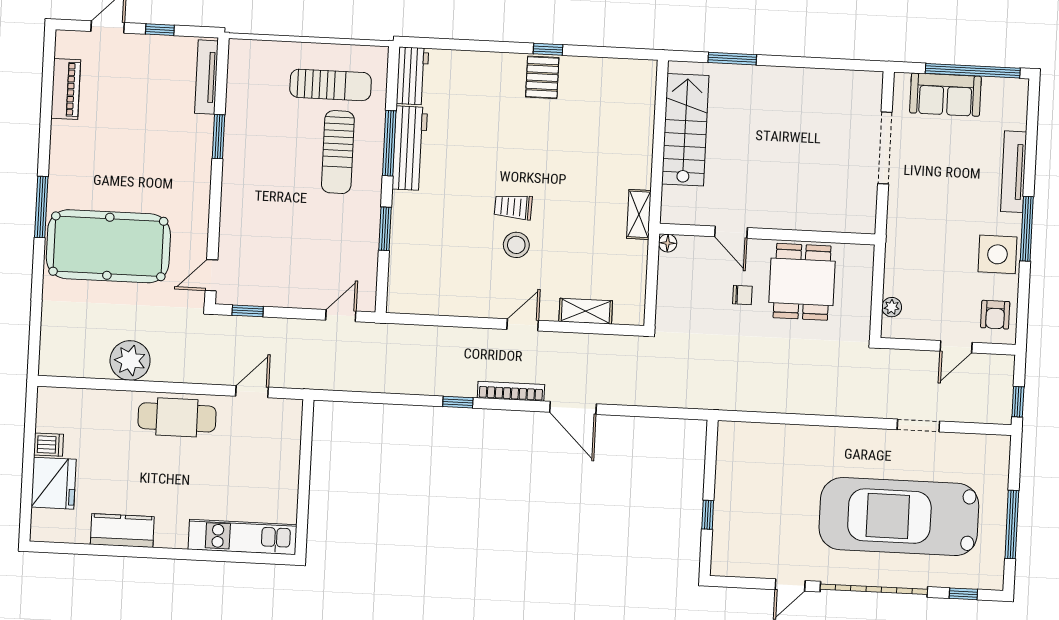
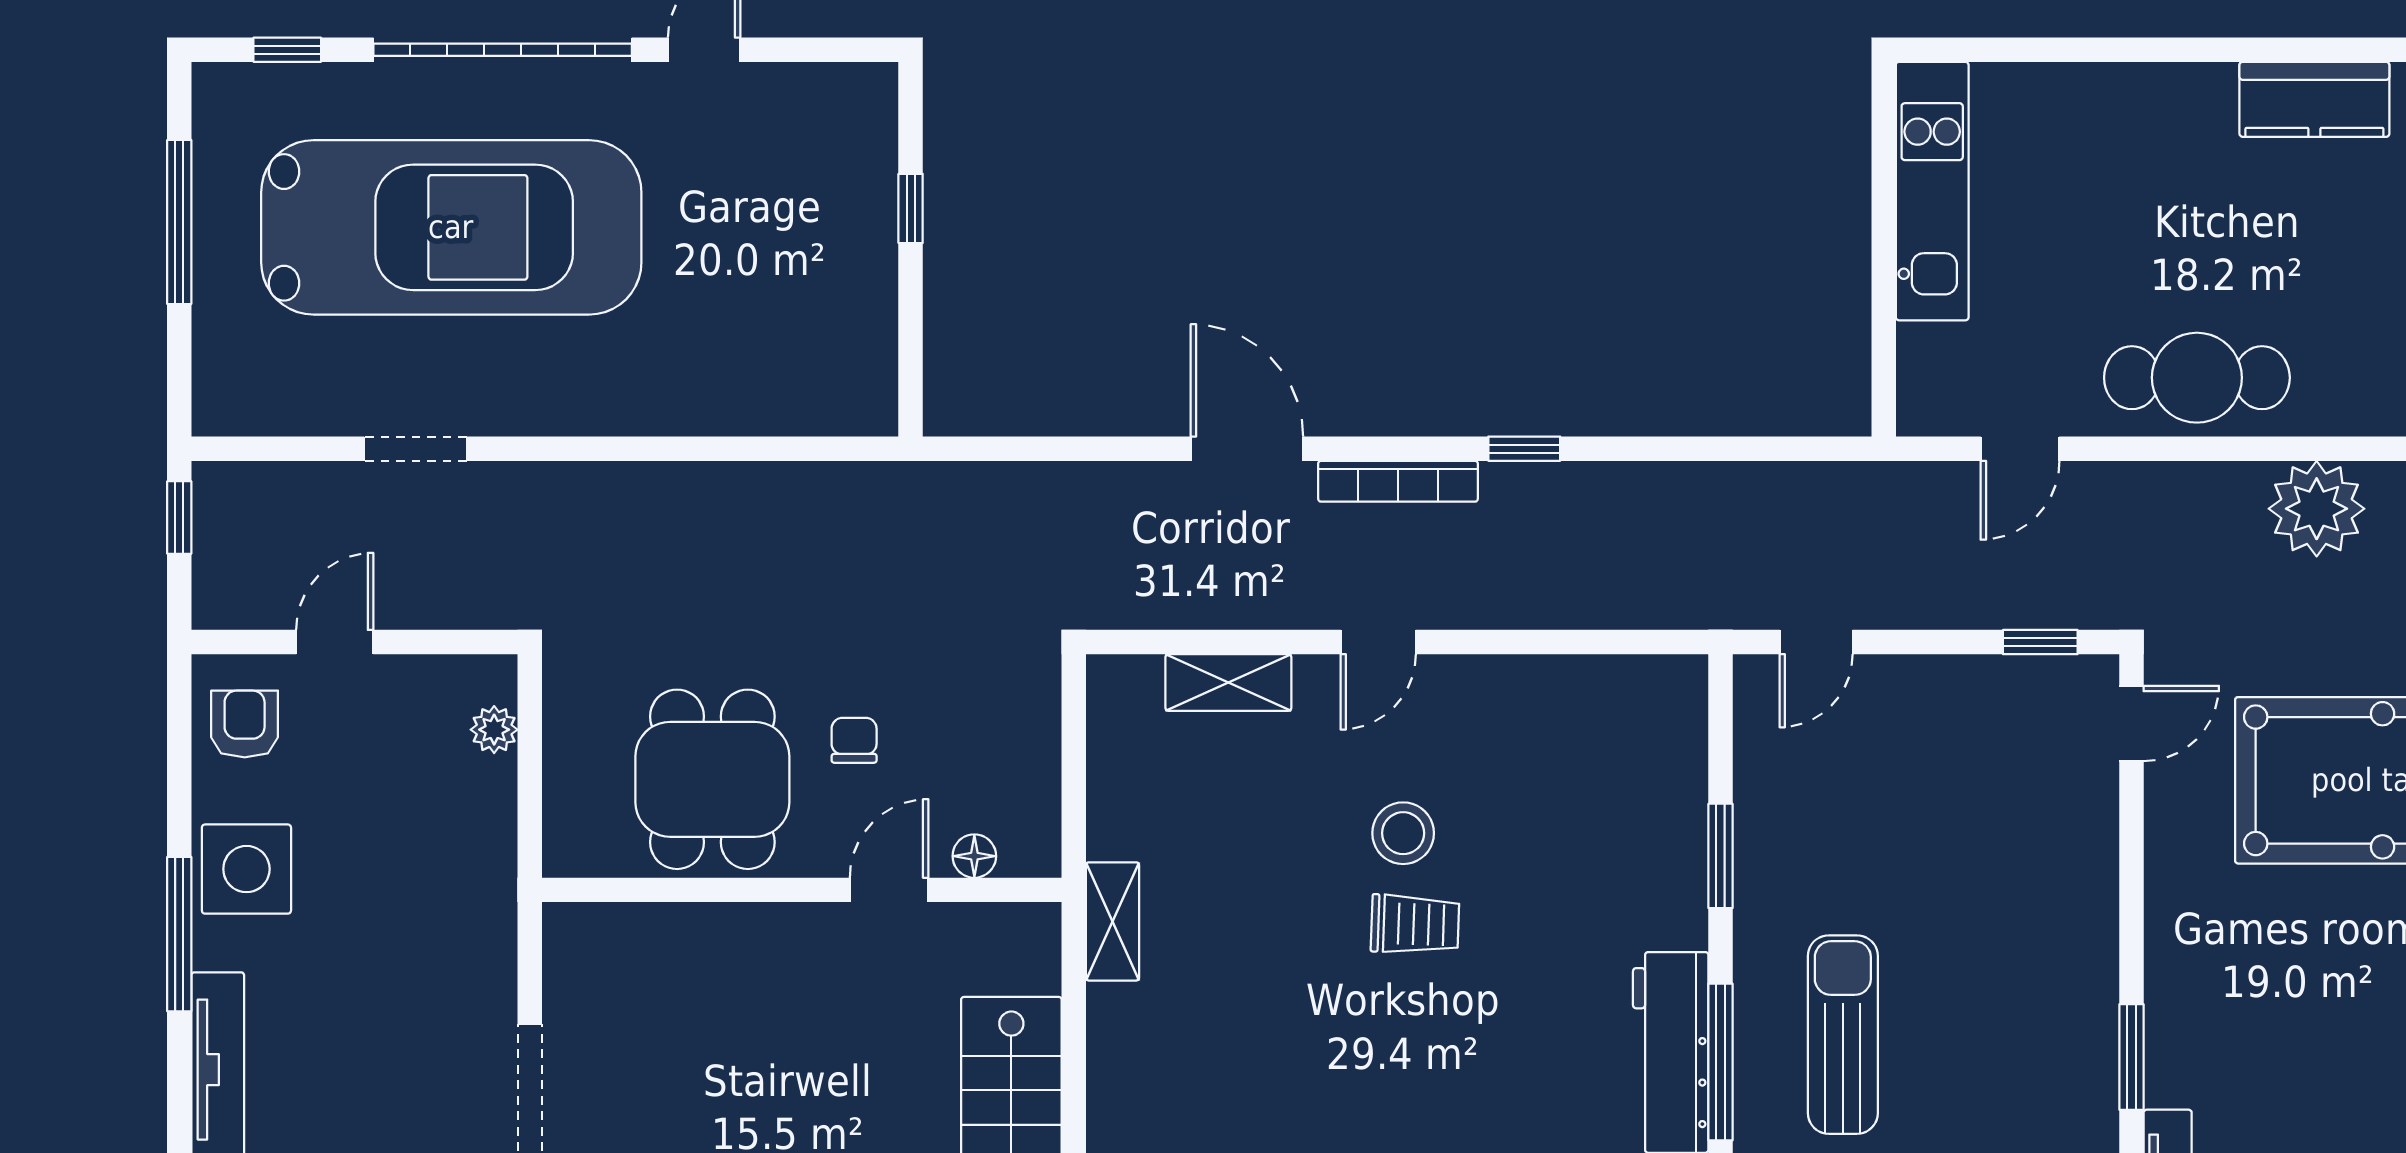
door: (731, 232) -> (889, 890), hinge flipped
floor lamp: (668, 243) -> (974, 856), moved
chair: (742, 295) -> (854, 740), turned 90
kitchen unit: (243, 537) -> (1932, 191), moved, turned -90

